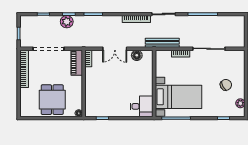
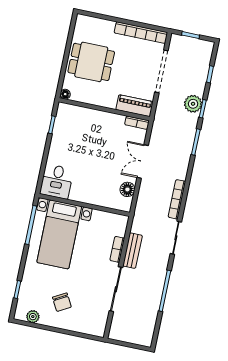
bench: (162, 43) -> (132, 251), moved, width x0.73

